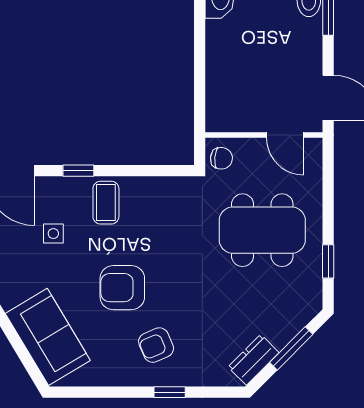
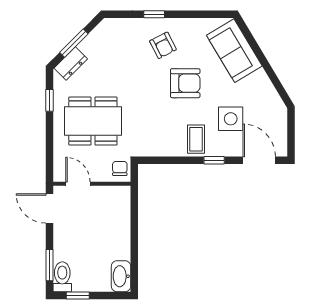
chair: (221, 158) -> (120, 168), turned 85
side table: (53, 234) -> (231, 119), width x1.87, depth x1.87
armchair: (156, 345) -> (163, 45), turned 86
dresser: (254, 360) -> (71, 63), moved

